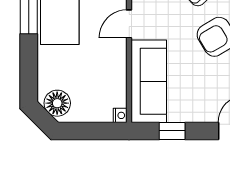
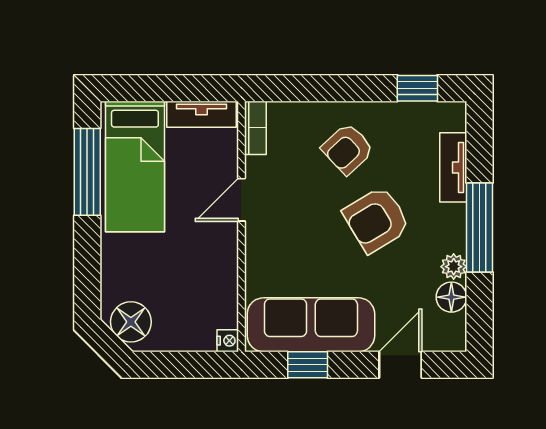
sofa: (149, 81) -> (311, 325), moved, turned -90

